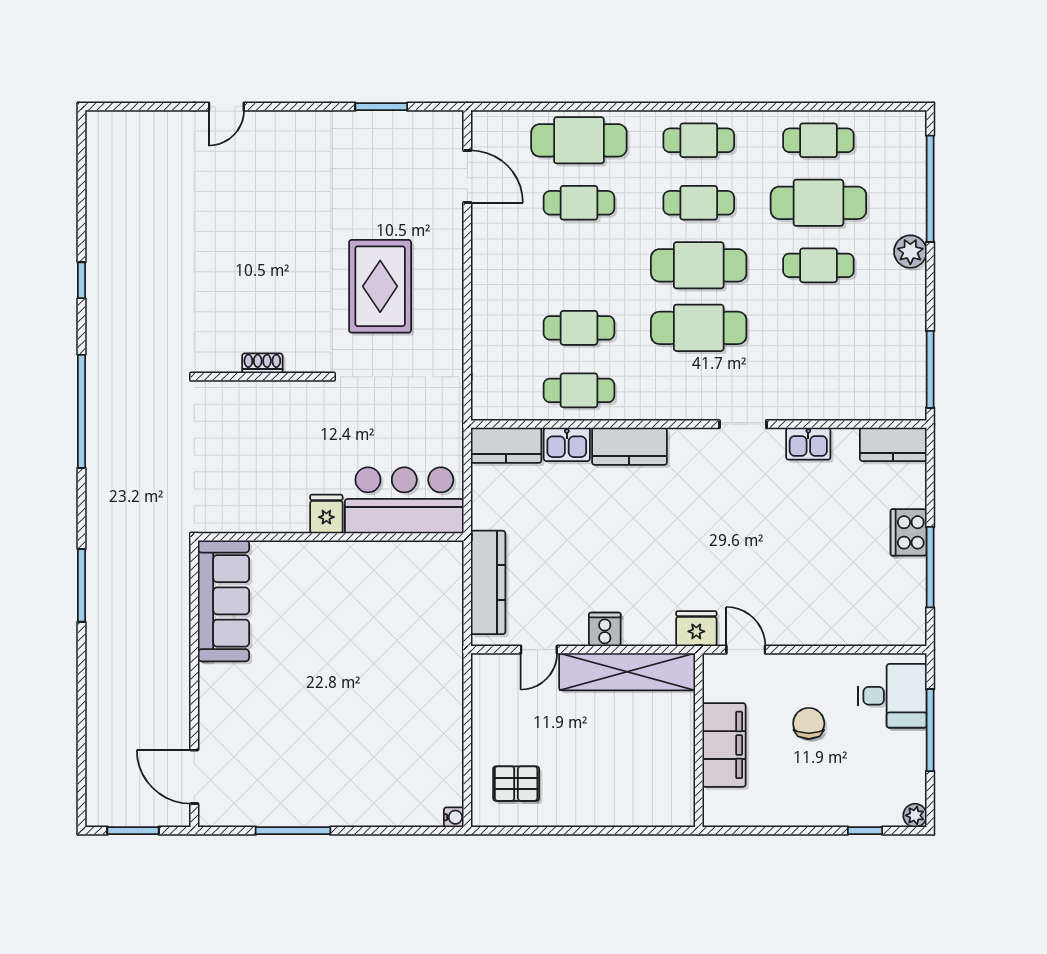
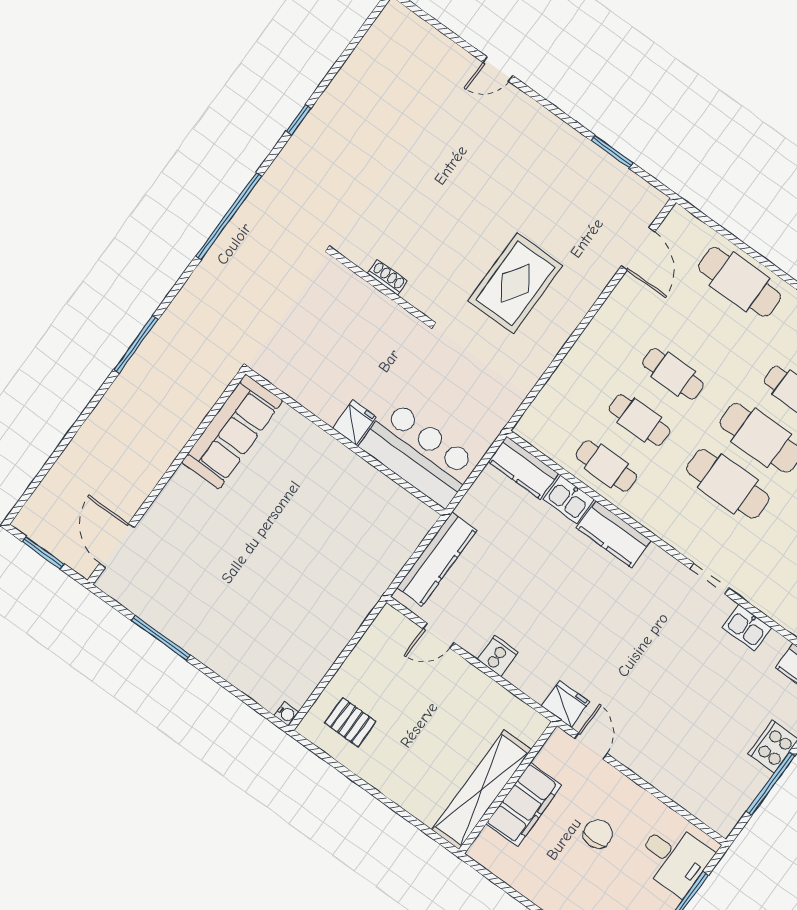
cafe table: (579, 203) -> (673, 374), moved
shelving: (627, 672) -> (482, 790), moved, turned 90

